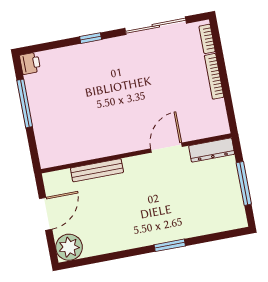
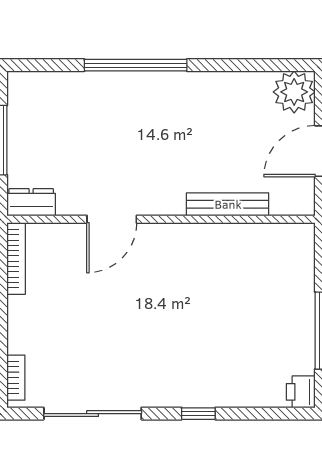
bookcase: (214, 76) -> (16, 259), moved
dresser: (212, 150) -> (31, 202), width x0.70
window: (170, 245) -> (136, 65), width x2.11

